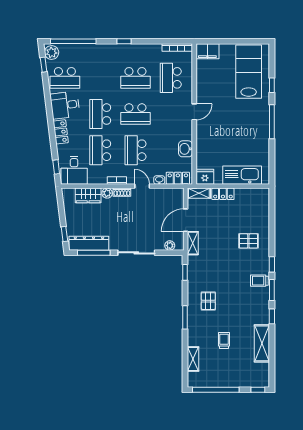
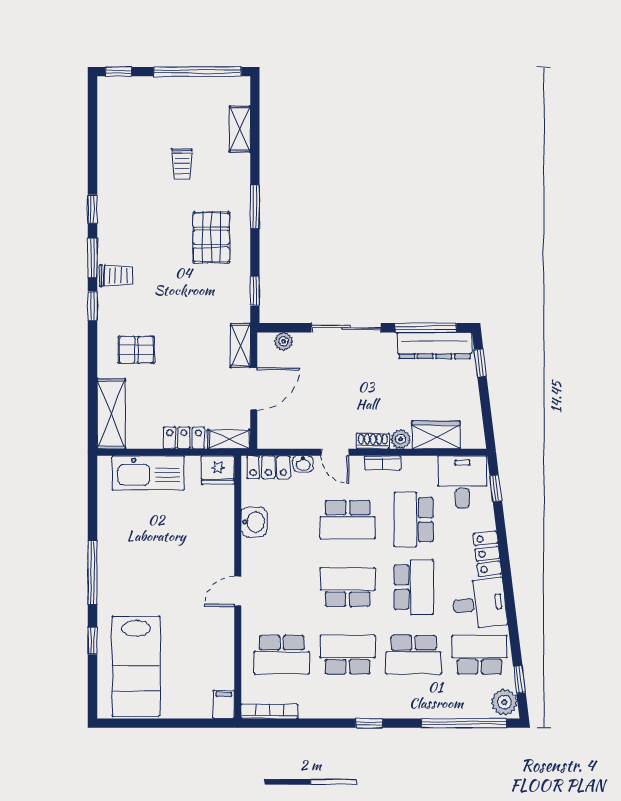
filing cabinet: (207, 51) -> (224, 704), width x0.50
school desk: (100, 78) -> (414, 655), added
school desk: (171, 78) -> (282, 655), turned 90
school desk: (100, 150) -> (414, 520), turned 180
school desk: (135, 150) -> (348, 520), turned 90
pallet: (208, 301) -> (211, 237), width x1.50, depth x1.42
shelving: (262, 343) -> (111, 414), moved

